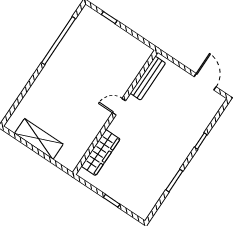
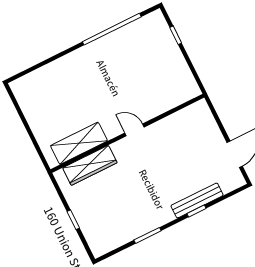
bench: (148, 78) -> (197, 200), moved
shelving: (39, 139) -> (79, 143), moved, turned 90

